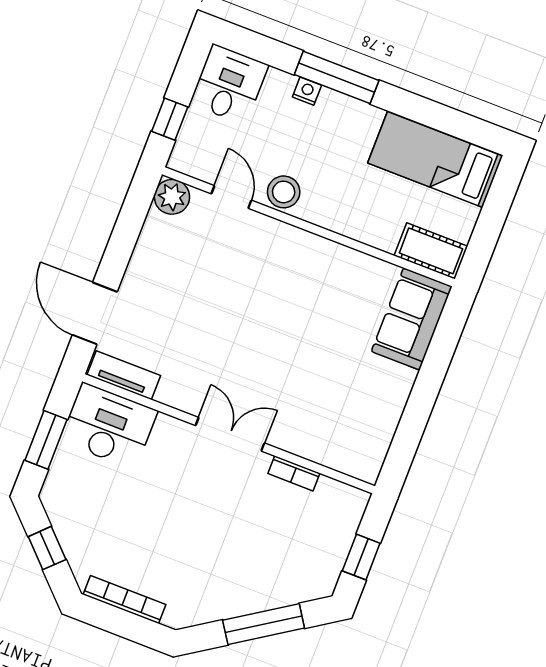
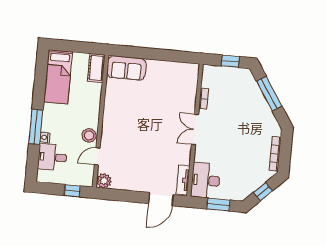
desk: (229, 84) -> (52, 157), moved

